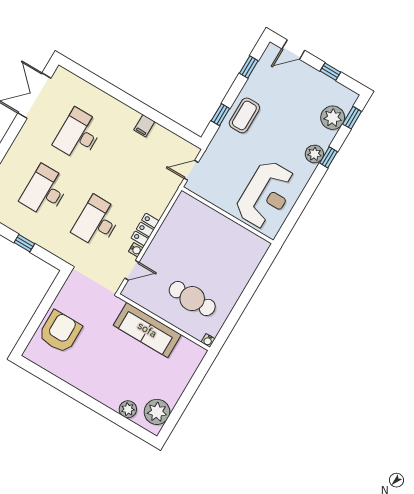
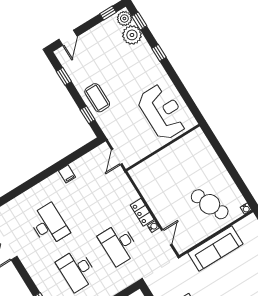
window: (330, 72) -> (108, 13), moved
desk: (78, 135) -> (49, 225), turned 180
plant: (314, 154) -> (124, 18), moved
cafe table: (192, 299) -> (210, 204), turned 66

